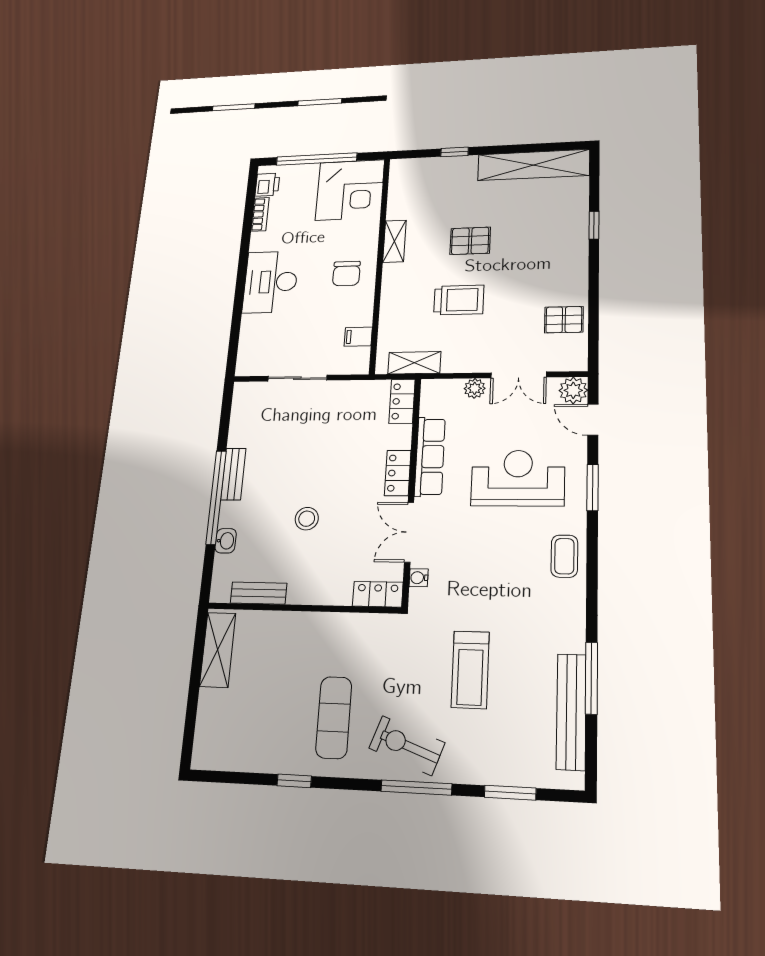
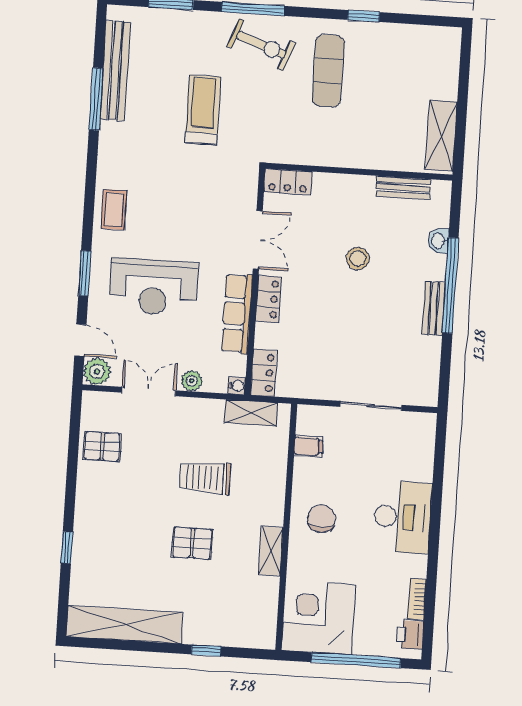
water cooler: (419, 578) -> (237, 386), moved

